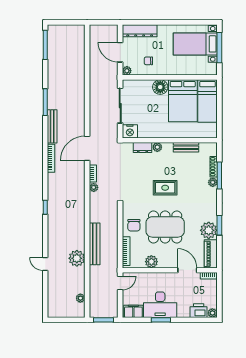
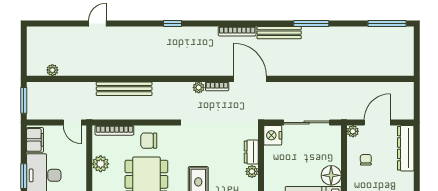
plant: (77, 258) -> (105, 65), removed

